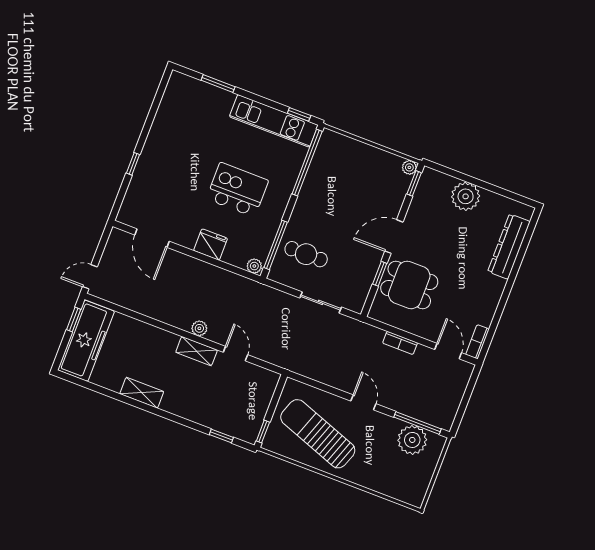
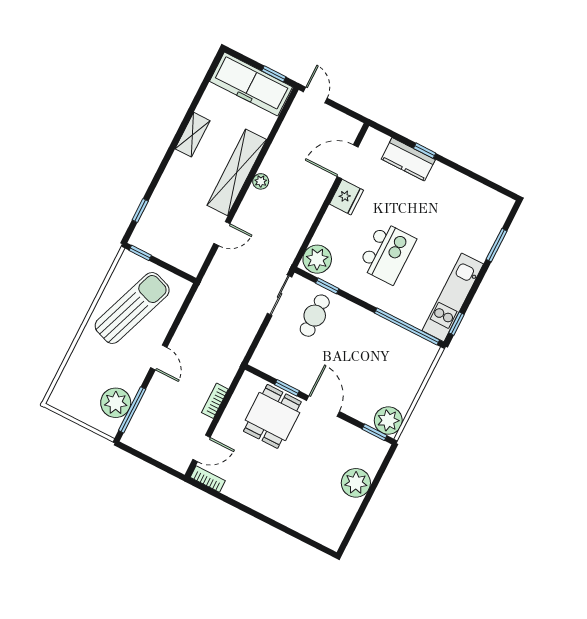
plant: (409, 167) -> (388, 420), width x1.88, depth x1.88
kitchen counter: (143, 179) -> (408, 159), added
fridge: (211, 245) -> (346, 197), moved
window: (276, 245) -> (327, 286), width x0.46
dresser: (509, 247) -> (300, 521), removed
plant: (254, 266) -> (317, 259), width x1.88, depth x1.88
sliding door: (321, 302) -> (280, 295), moved
plant: (199, 328) -> (261, 181), moved
shelving: (197, 351) -> (237, 172), width x2.20, depth x1.33
door: (363, 402) -> (159, 357), hinge flipped

